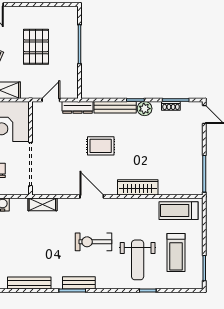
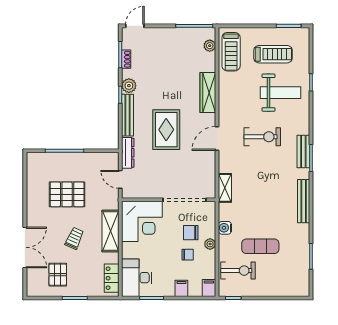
rug: (101, 146) -> (166, 130), width x1.36, depth x1.43
plant: (184, 189) -> (210, 46), added
exercise bike: (94, 242) -> (262, 137), turned -90

